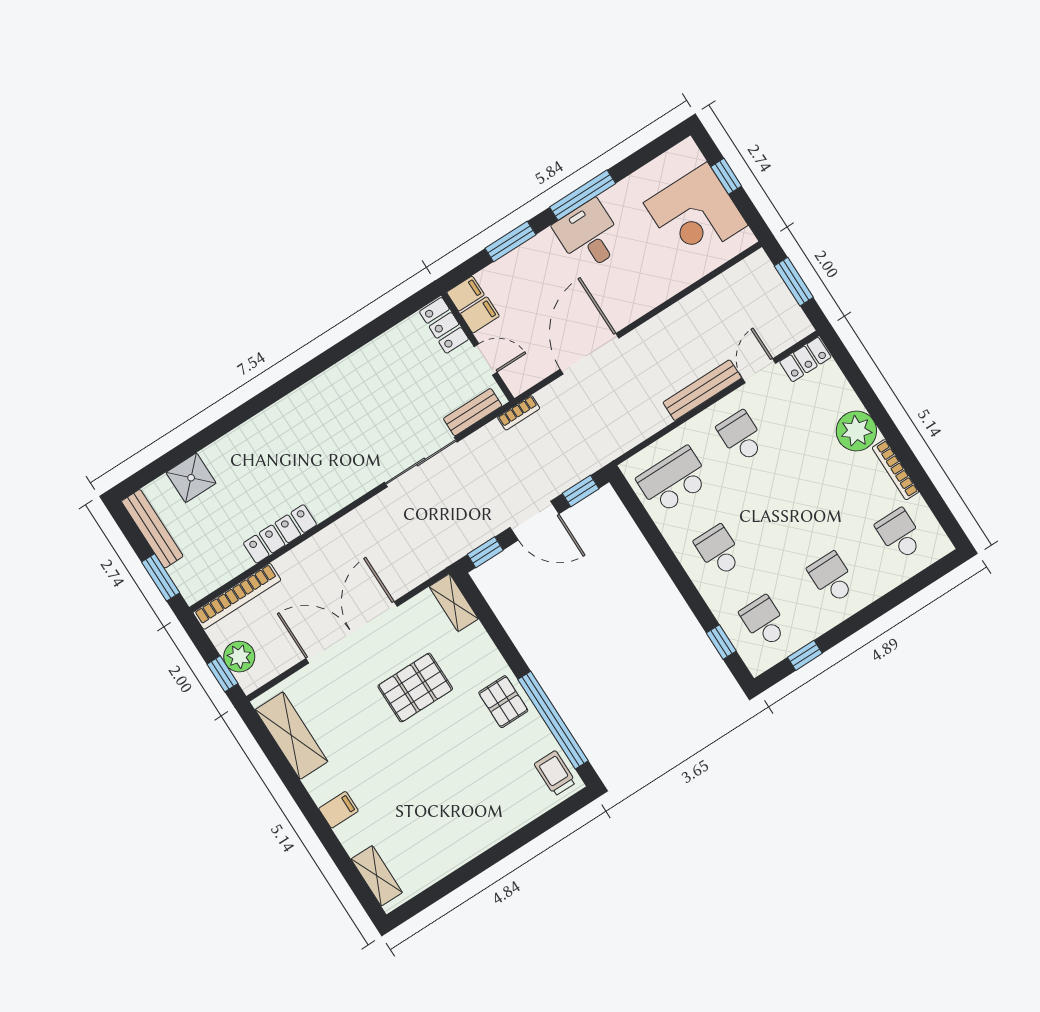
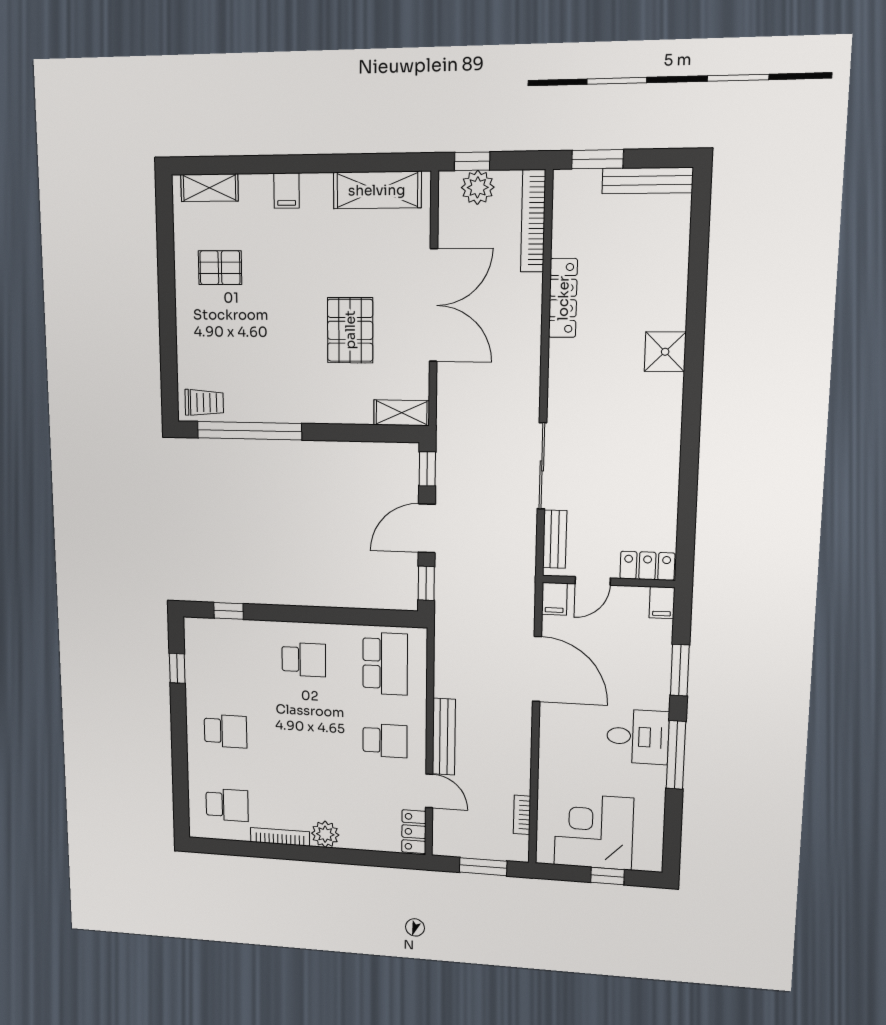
filing cabinet: (480, 315) -> (554, 599), moved
bookcase: (519, 413) -> (522, 815), moved
plant: (856, 431) -> (325, 834), width x0.73, depth x0.73
shower: (191, 478) -> (665, 352), moved
school desk: (764, 621) -> (224, 656), removed
pallet: (503, 702) -> (220, 268), moved

